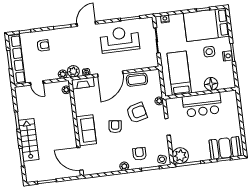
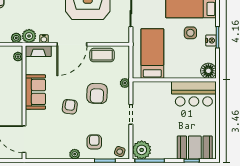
floor lamp: (211, 84) -> (208, 71), moved
bar counter: (202, 105) -> (194, 94), moved
armchair: (137, 113) -> (97, 94), turned 106
sofa: (86, 130) -> (35, 92), moved

